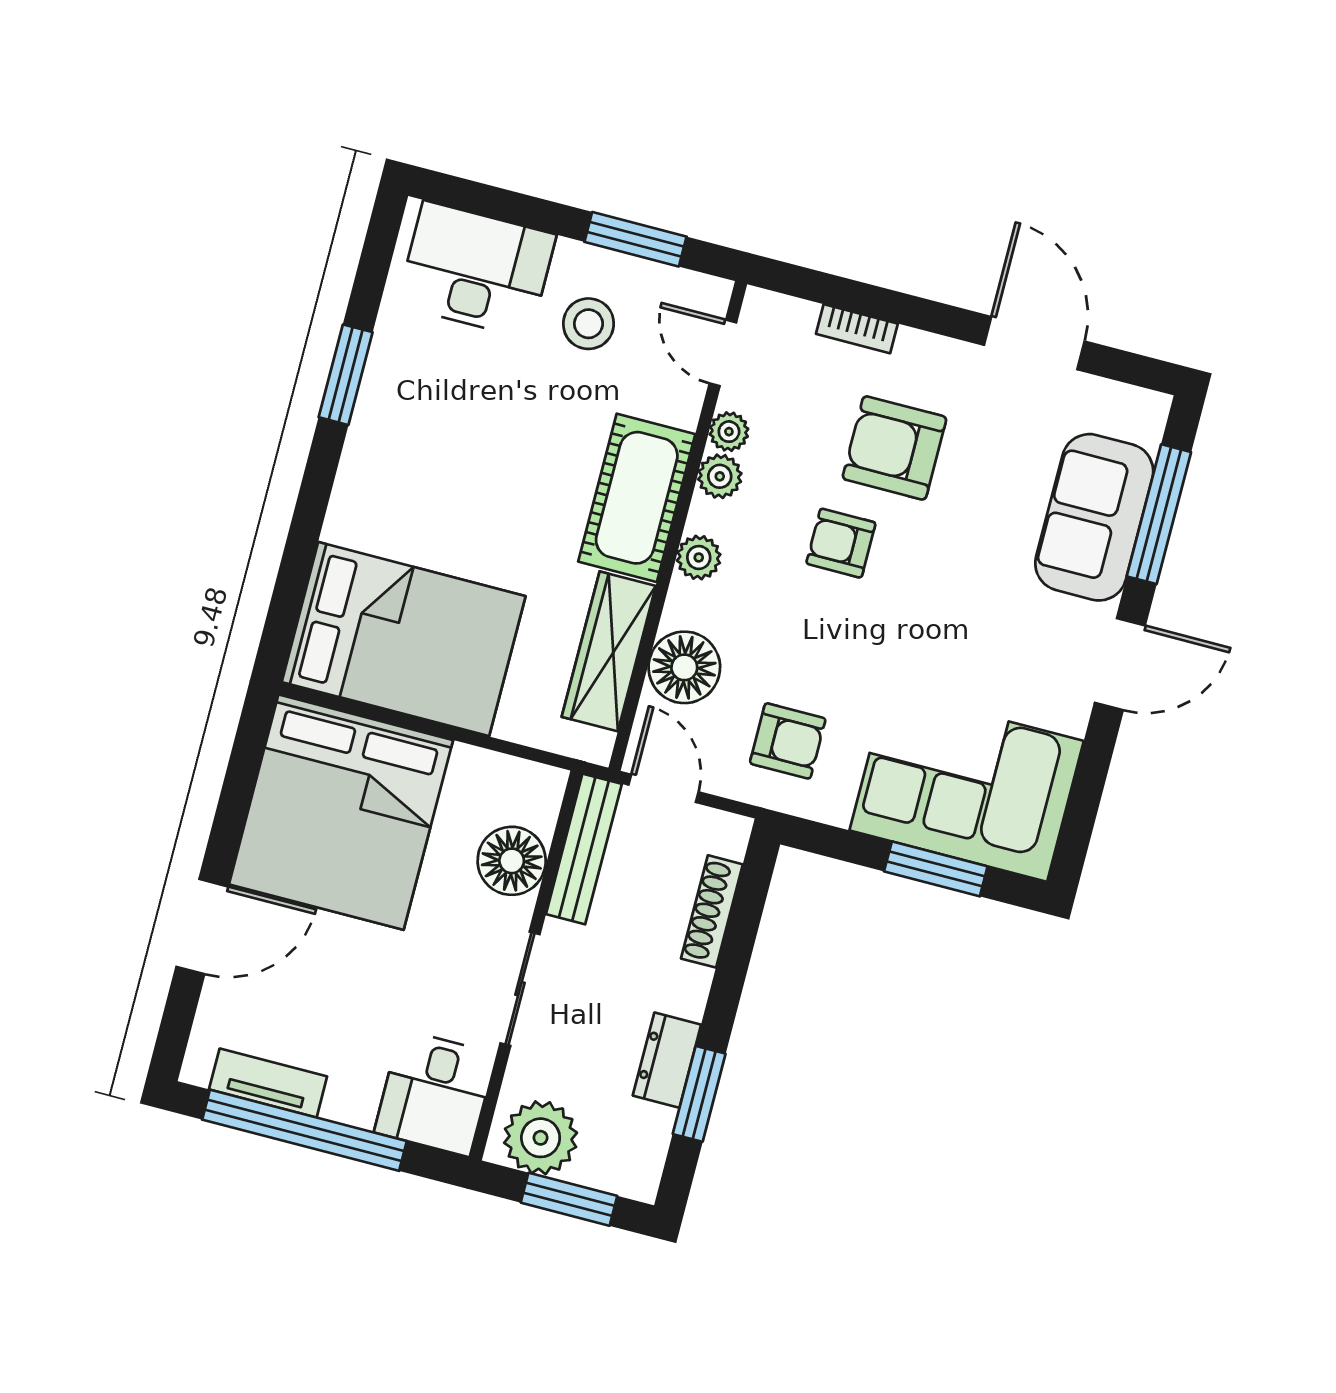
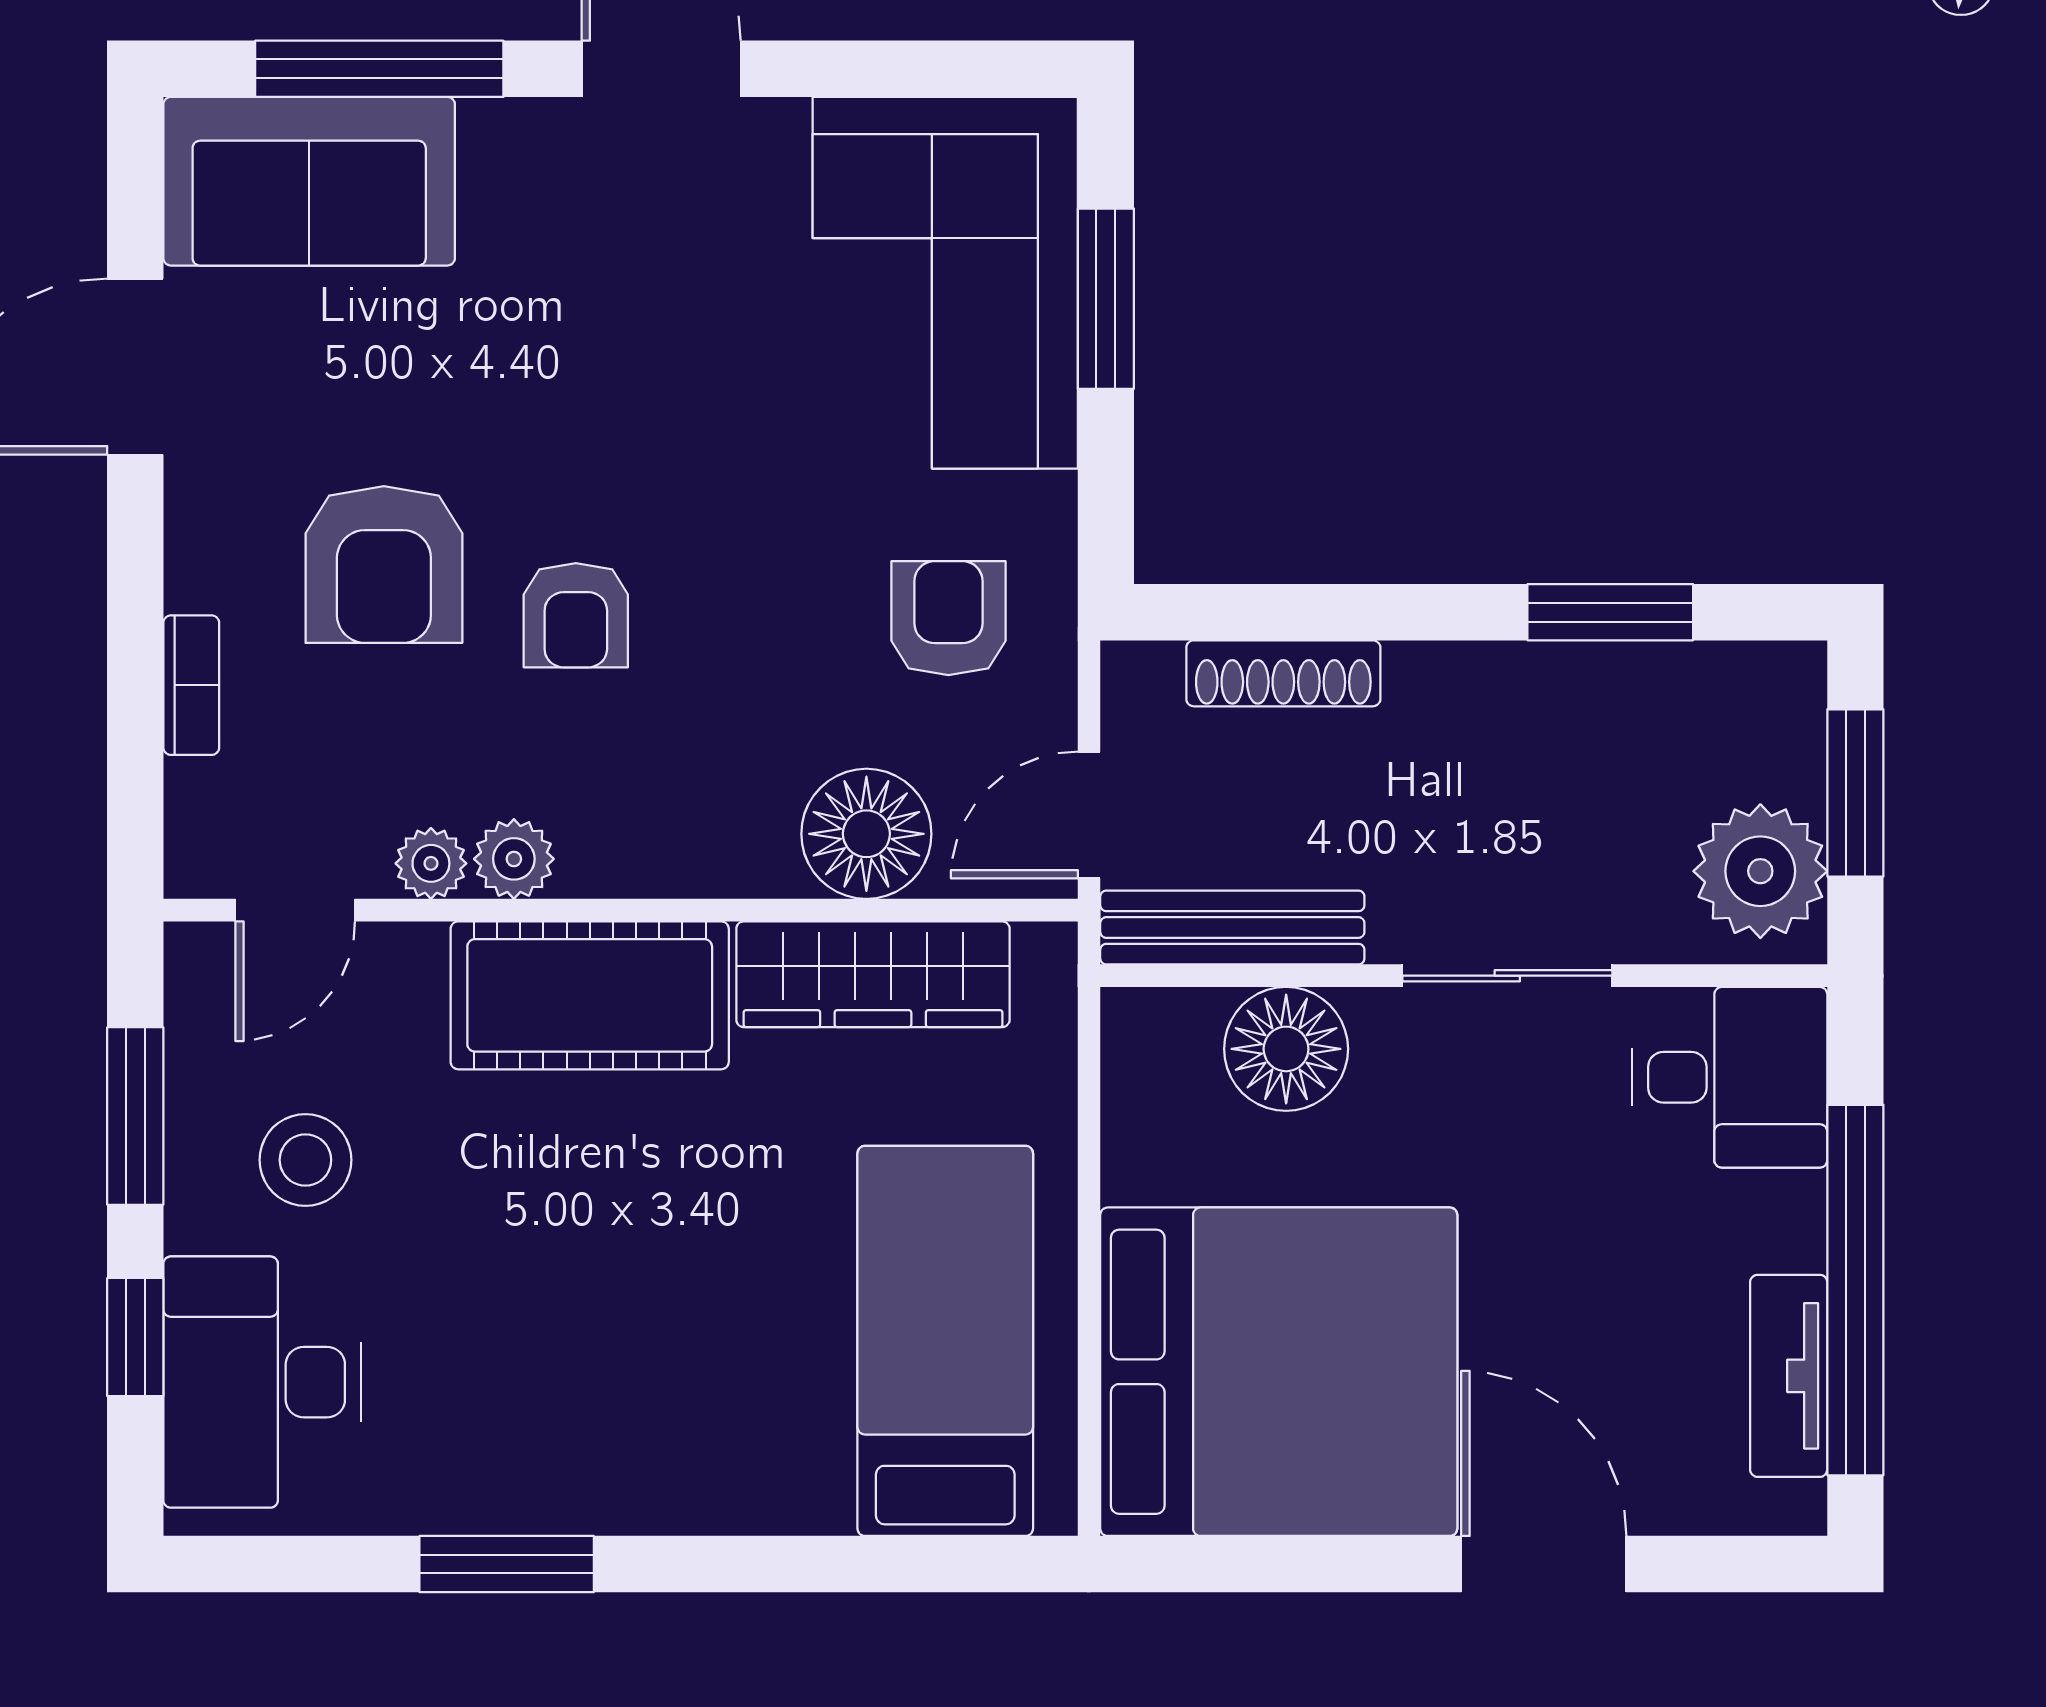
window: (518, 209) -> (135, 1337), added
sofa: (1094, 517) -> (309, 181), moved
plant: (699, 558) -> (666, 859), removed
bed: (404, 639) -> (945, 1341), width x0.67
dresser: (667, 1060) -> (1566, 684), removed

